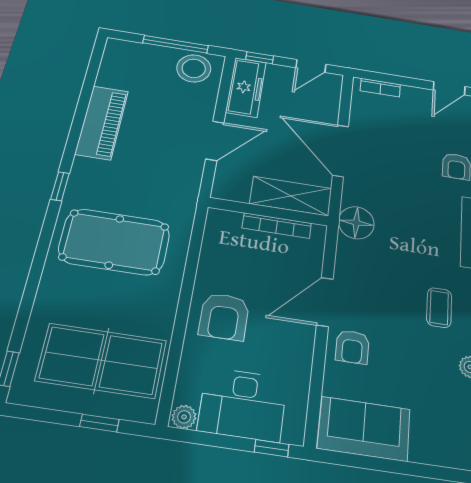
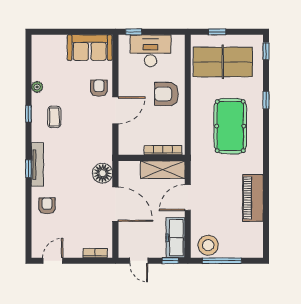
door: (311, 66) -> (139, 261), swing flipped
window: (60, 186) -> (266, 100), moved
shelving: (291, 196) -> (163, 170), moved
floor lamp: (356, 223) -> (103, 173), moved
bookcase: (277, 226) -> (163, 150), moved
pool table: (114, 242) -> (230, 126), turned 90
armchair: (224, 317) -> (166, 94), turned -90
plant: (184, 417) -> (178, 41), removed

